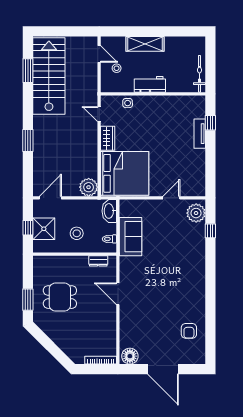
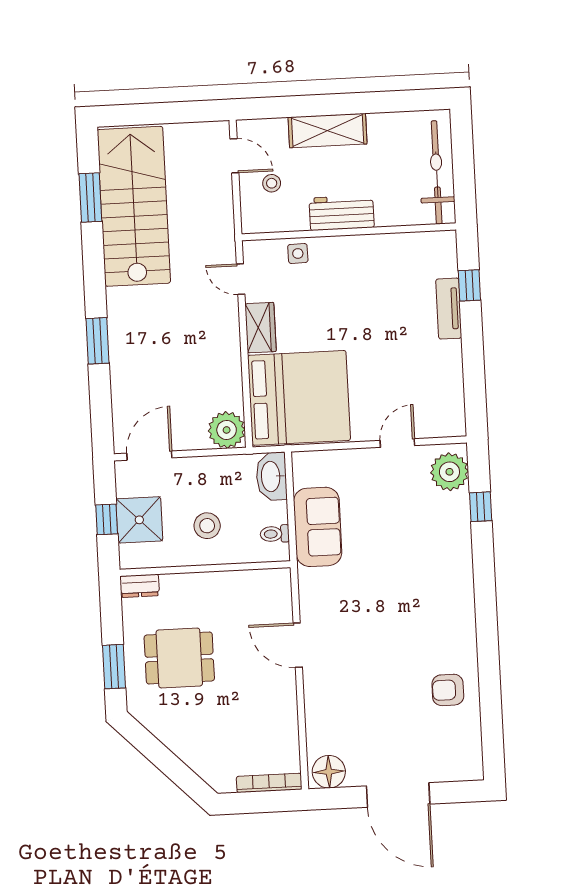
bicycle: (199, 74) -> (437, 172), width x1.37, depth x1.40
dresser: (98, 261) -> (140, 586), moved
armchair: (189, 331) -> (448, 690), moved, turned 90

